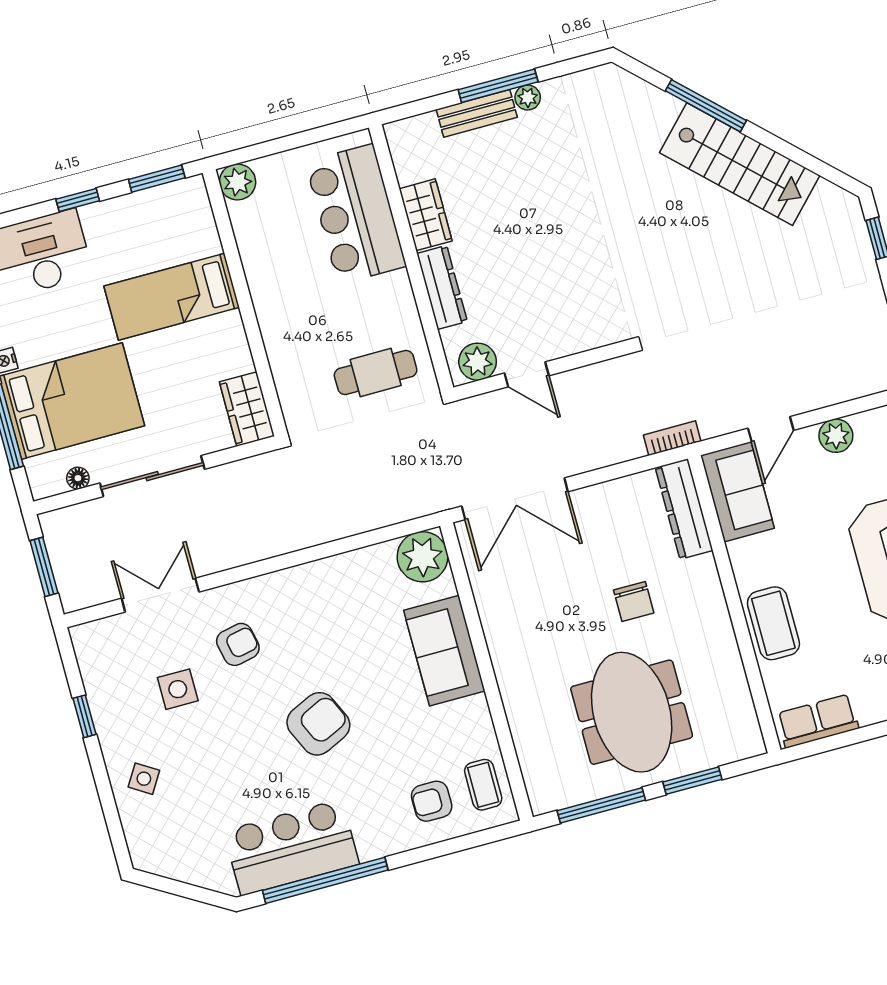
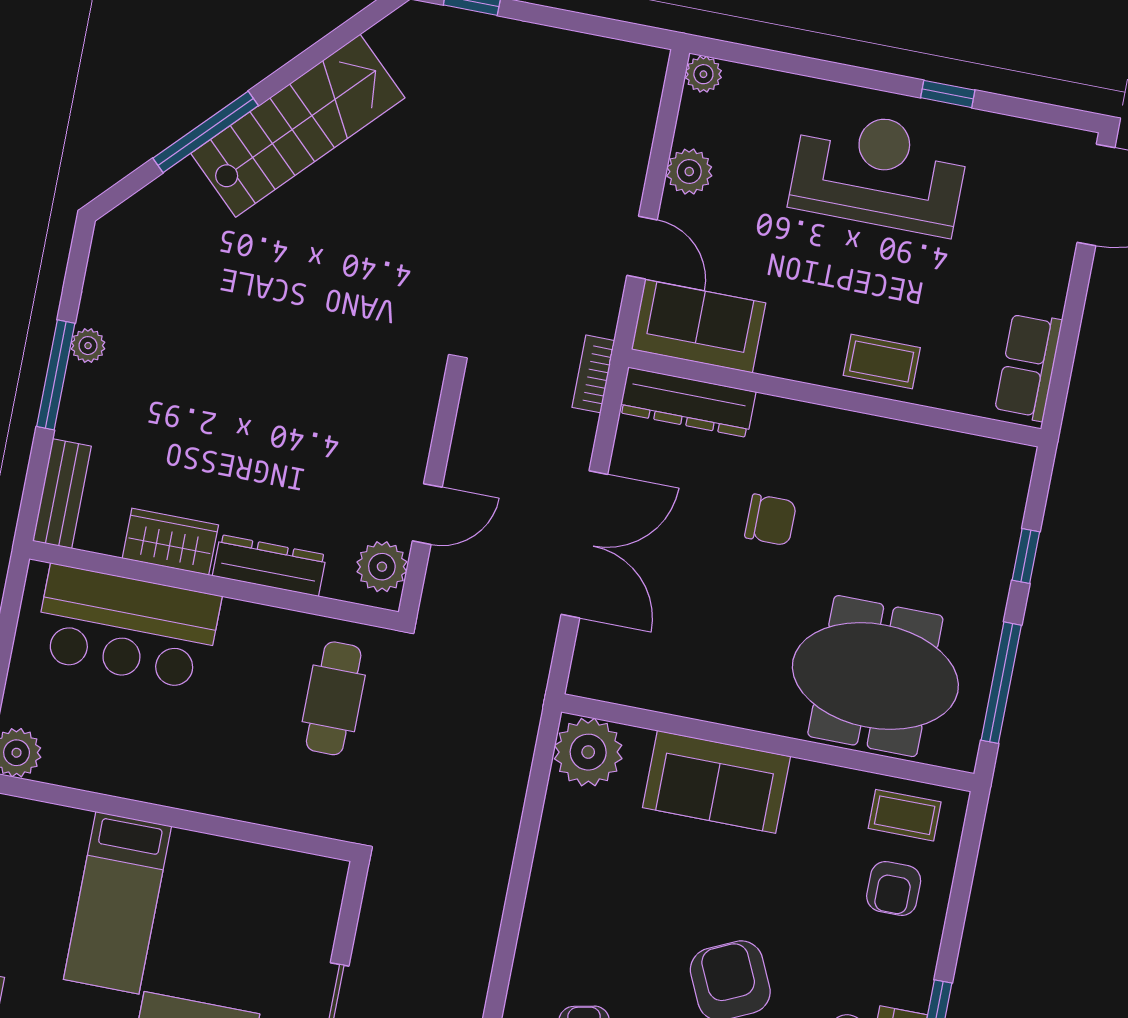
bench: (477, 113) -> (62, 494), moved
wardrobe: (247, 409) -> (301, 878), removed
double door: (515, 499) -> (584, 544), moved
coffee table: (773, 623) -> (882, 362), width x0.73, depth x0.77
meeting table: (632, 712) -> (875, 676), moved
window: (692, 781) -> (1026, 556), width x0.67

